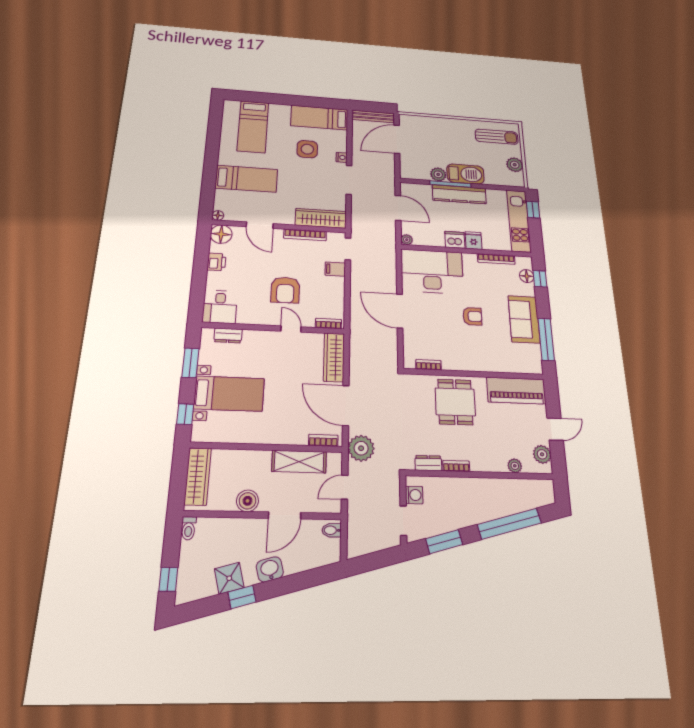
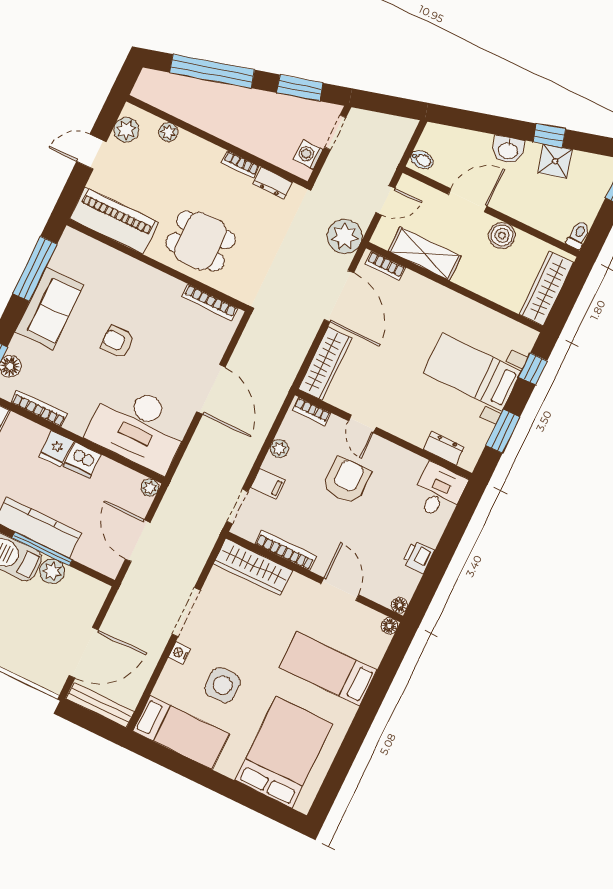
bed: (253, 127) -> (284, 752), width x1.50
floor lamp: (221, 234) -> (399, 605), width x0.53, depth x0.53
plant: (338, 293) -> (279, 449), added
bookcase: (429, 365) -> (210, 302), width x1.56
dining table: (455, 402) -> (200, 241), turned 90

